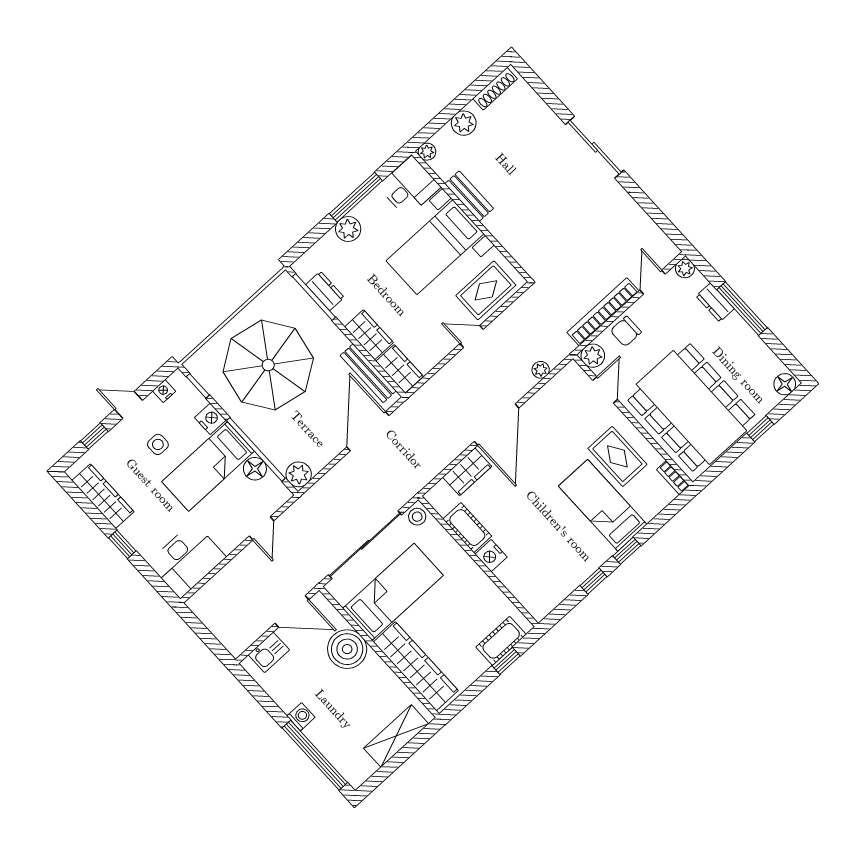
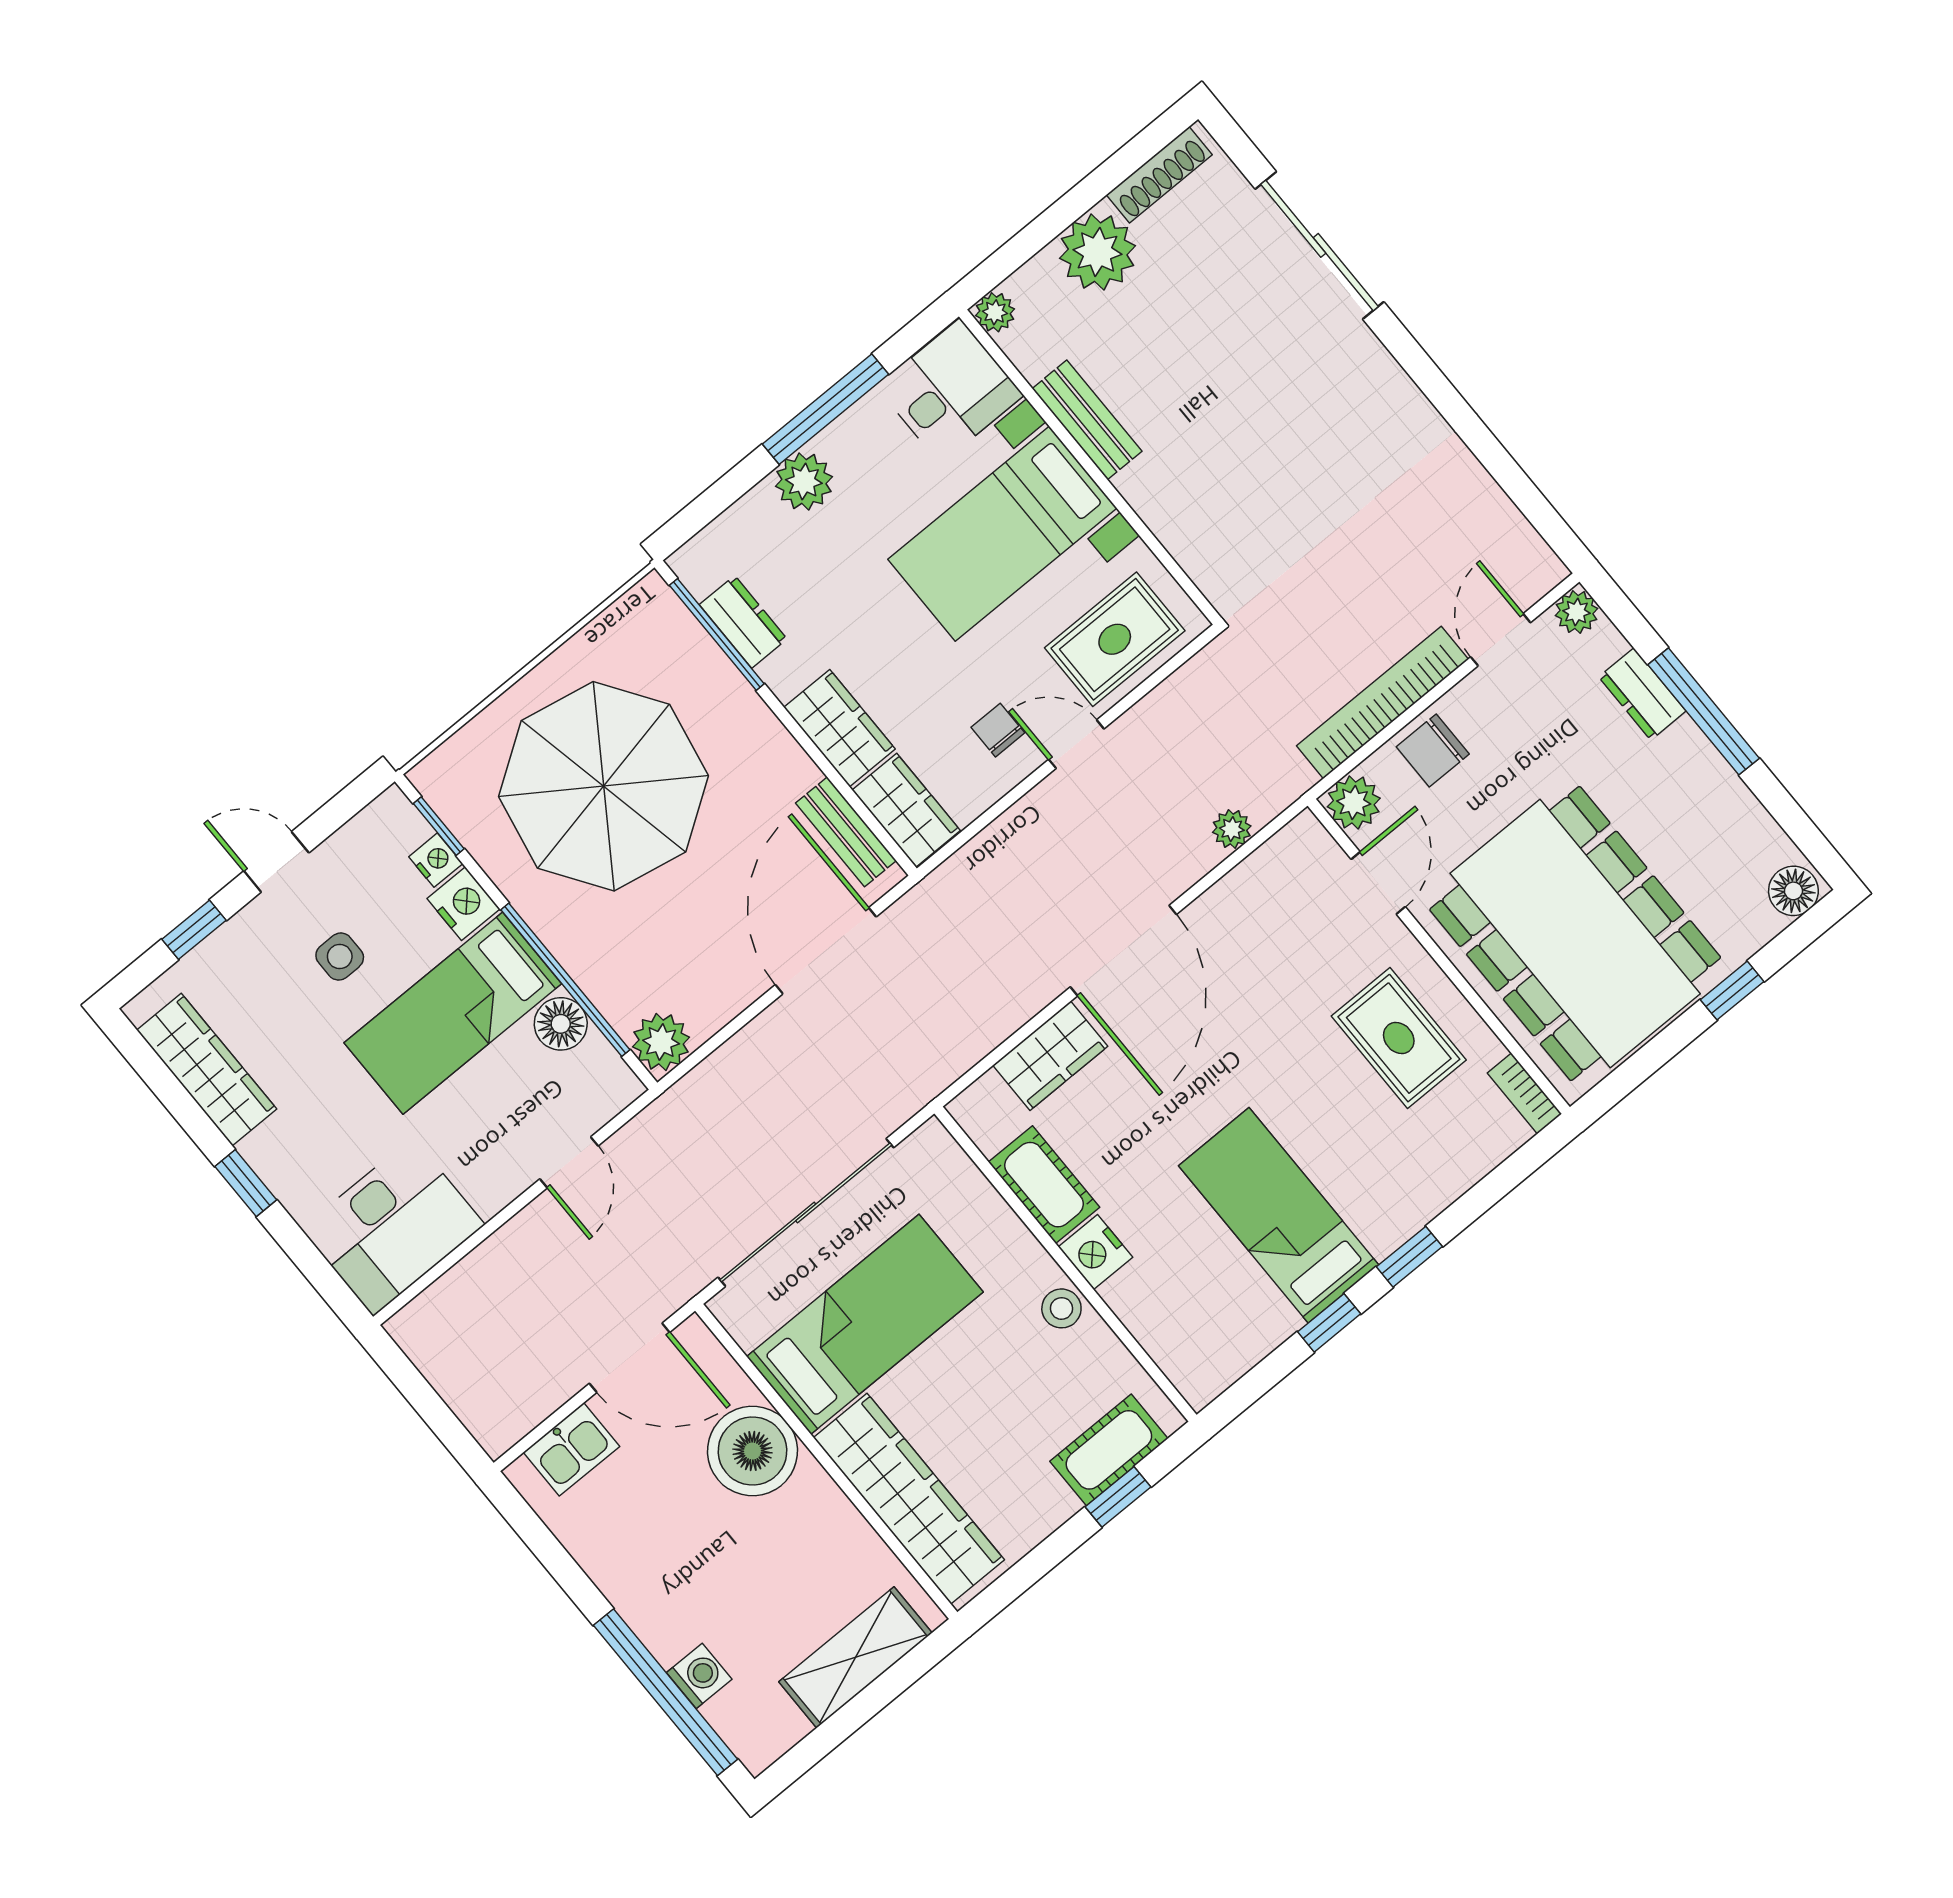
plant: (464, 123) -> (1098, 252), width x1.36, depth x1.36
sliding door: (595, 147) -> (1319, 245), moved
chair: (437, 332) -> (998, 730), added
bench: (368, 373) -> (846, 832), width x0.73
nightstand: (164, 391) -> (436, 860), moved, turned 90
bed: (603, 505) -> (1279, 1215), moved
stool: (417, 517) -> (1061, 1308), moved
washing machine: (301, 717) -> (699, 1676), moved

